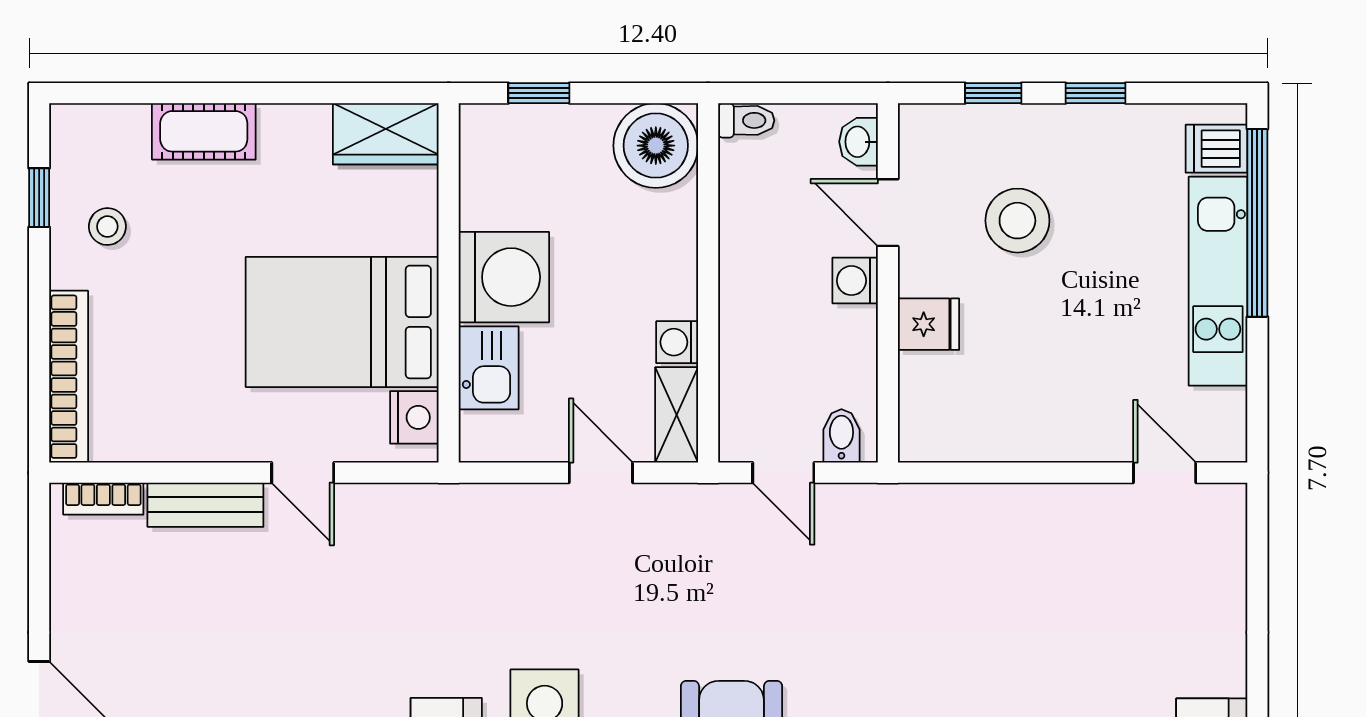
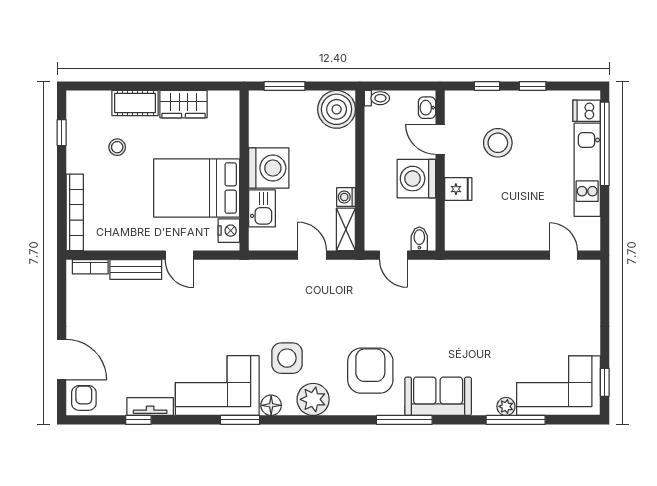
window: (539, 93) -> (284, 86), width x1.50
wardrobe: (386, 134) -> (184, 104), moved
stool: (107, 227) -> (117, 147), moved
washing machine: (855, 281) -> (416, 179), width x1.89, depth x1.89

